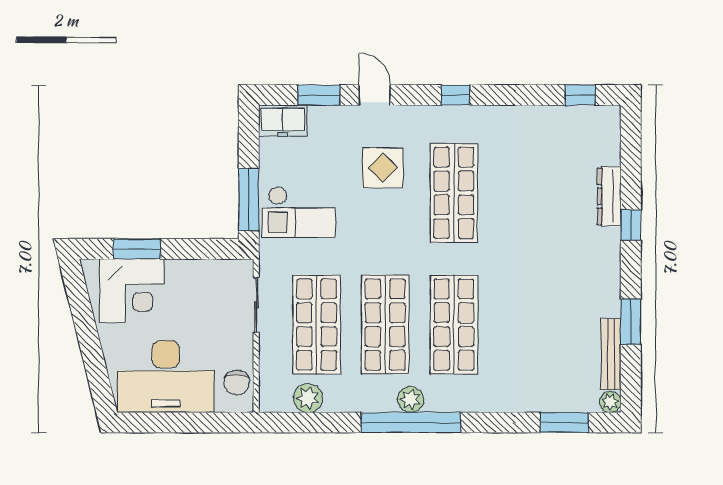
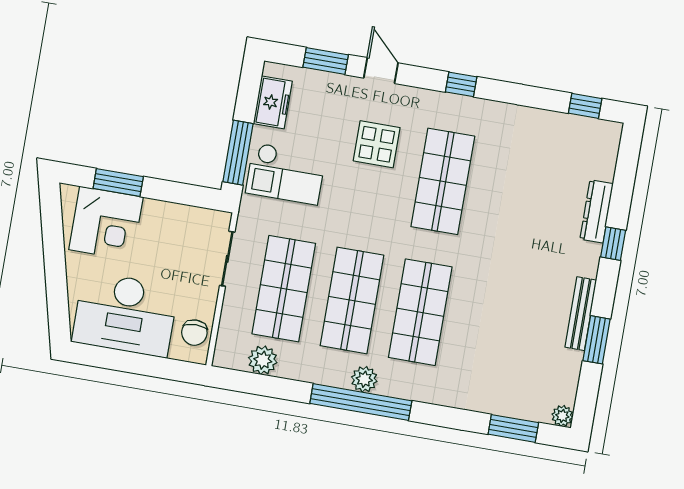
freezer: (283, 121) -> (273, 102), moved, turned -90
bench: (611, 354) -> (581, 314), moved

